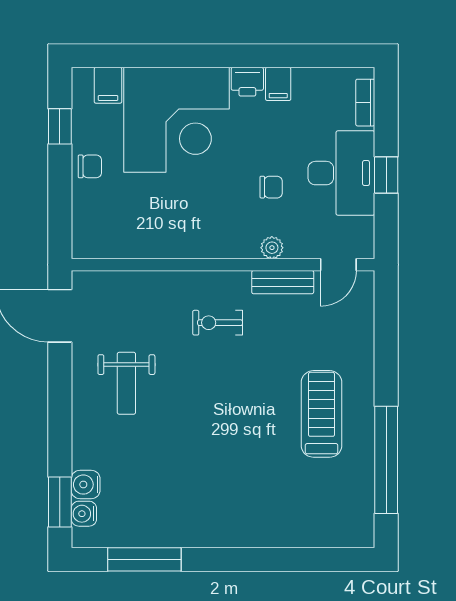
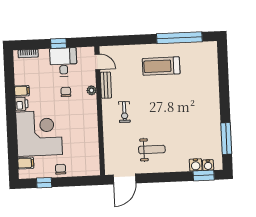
desk: (341, 173) -> (63, 62), width x0.73

